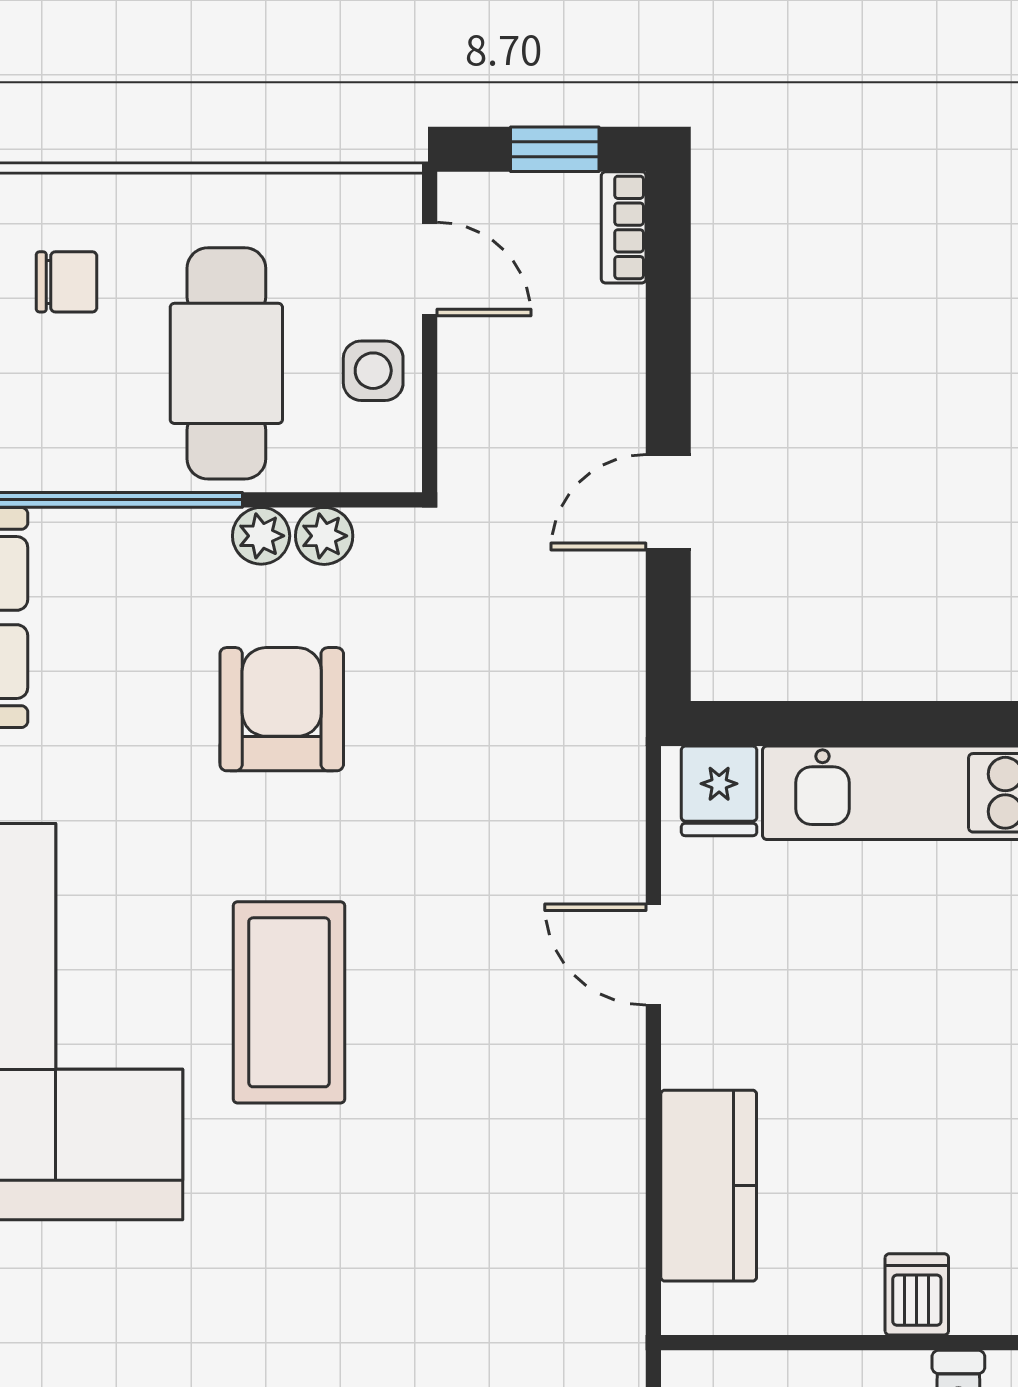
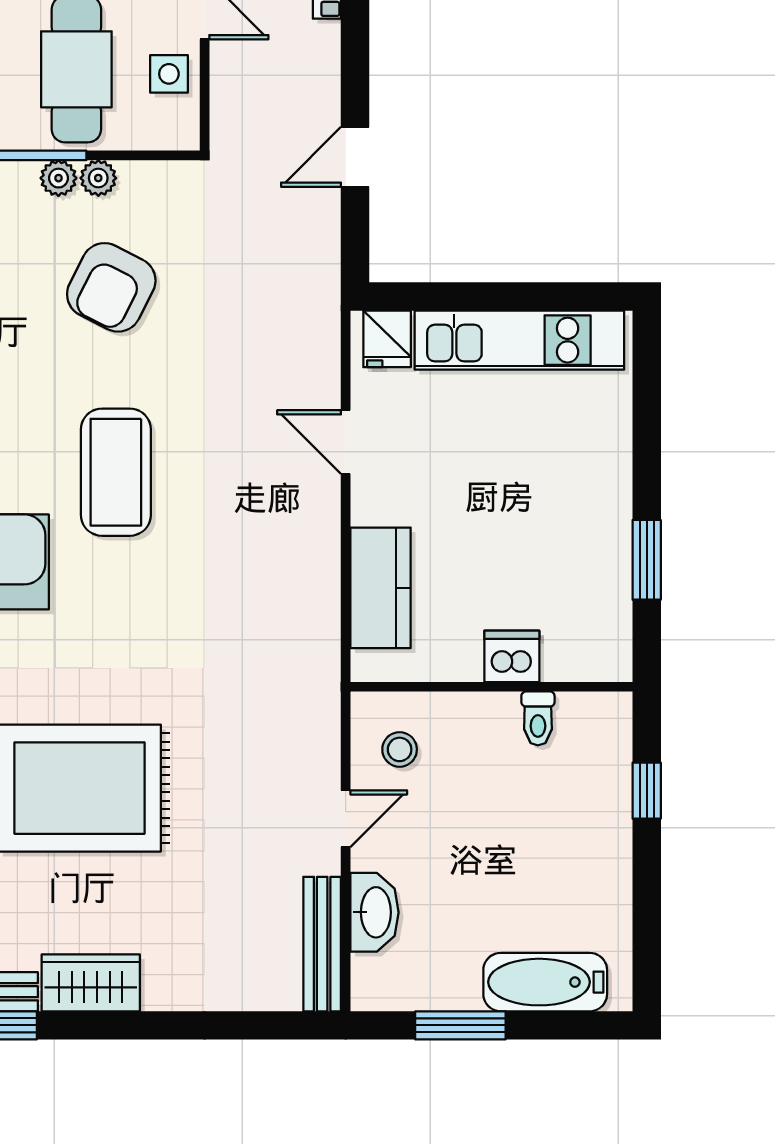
plant: (324, 536) -> (58, 178), moved
armchair: (282, 709) -> (111, 287), turned -153
dishwasher: (917, 1294) -> (512, 656), width x1.38

